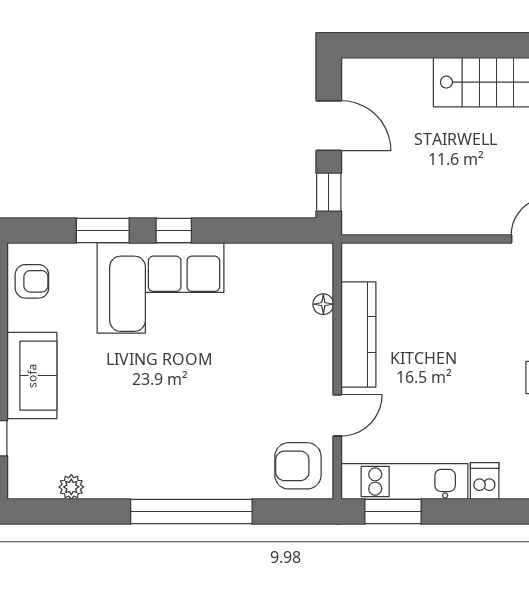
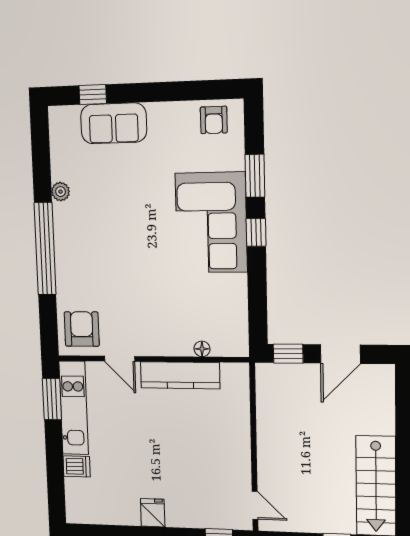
sofa: (32, 376) -> (114, 123), moved
plant: (71, 487) -> (61, 192), moved

